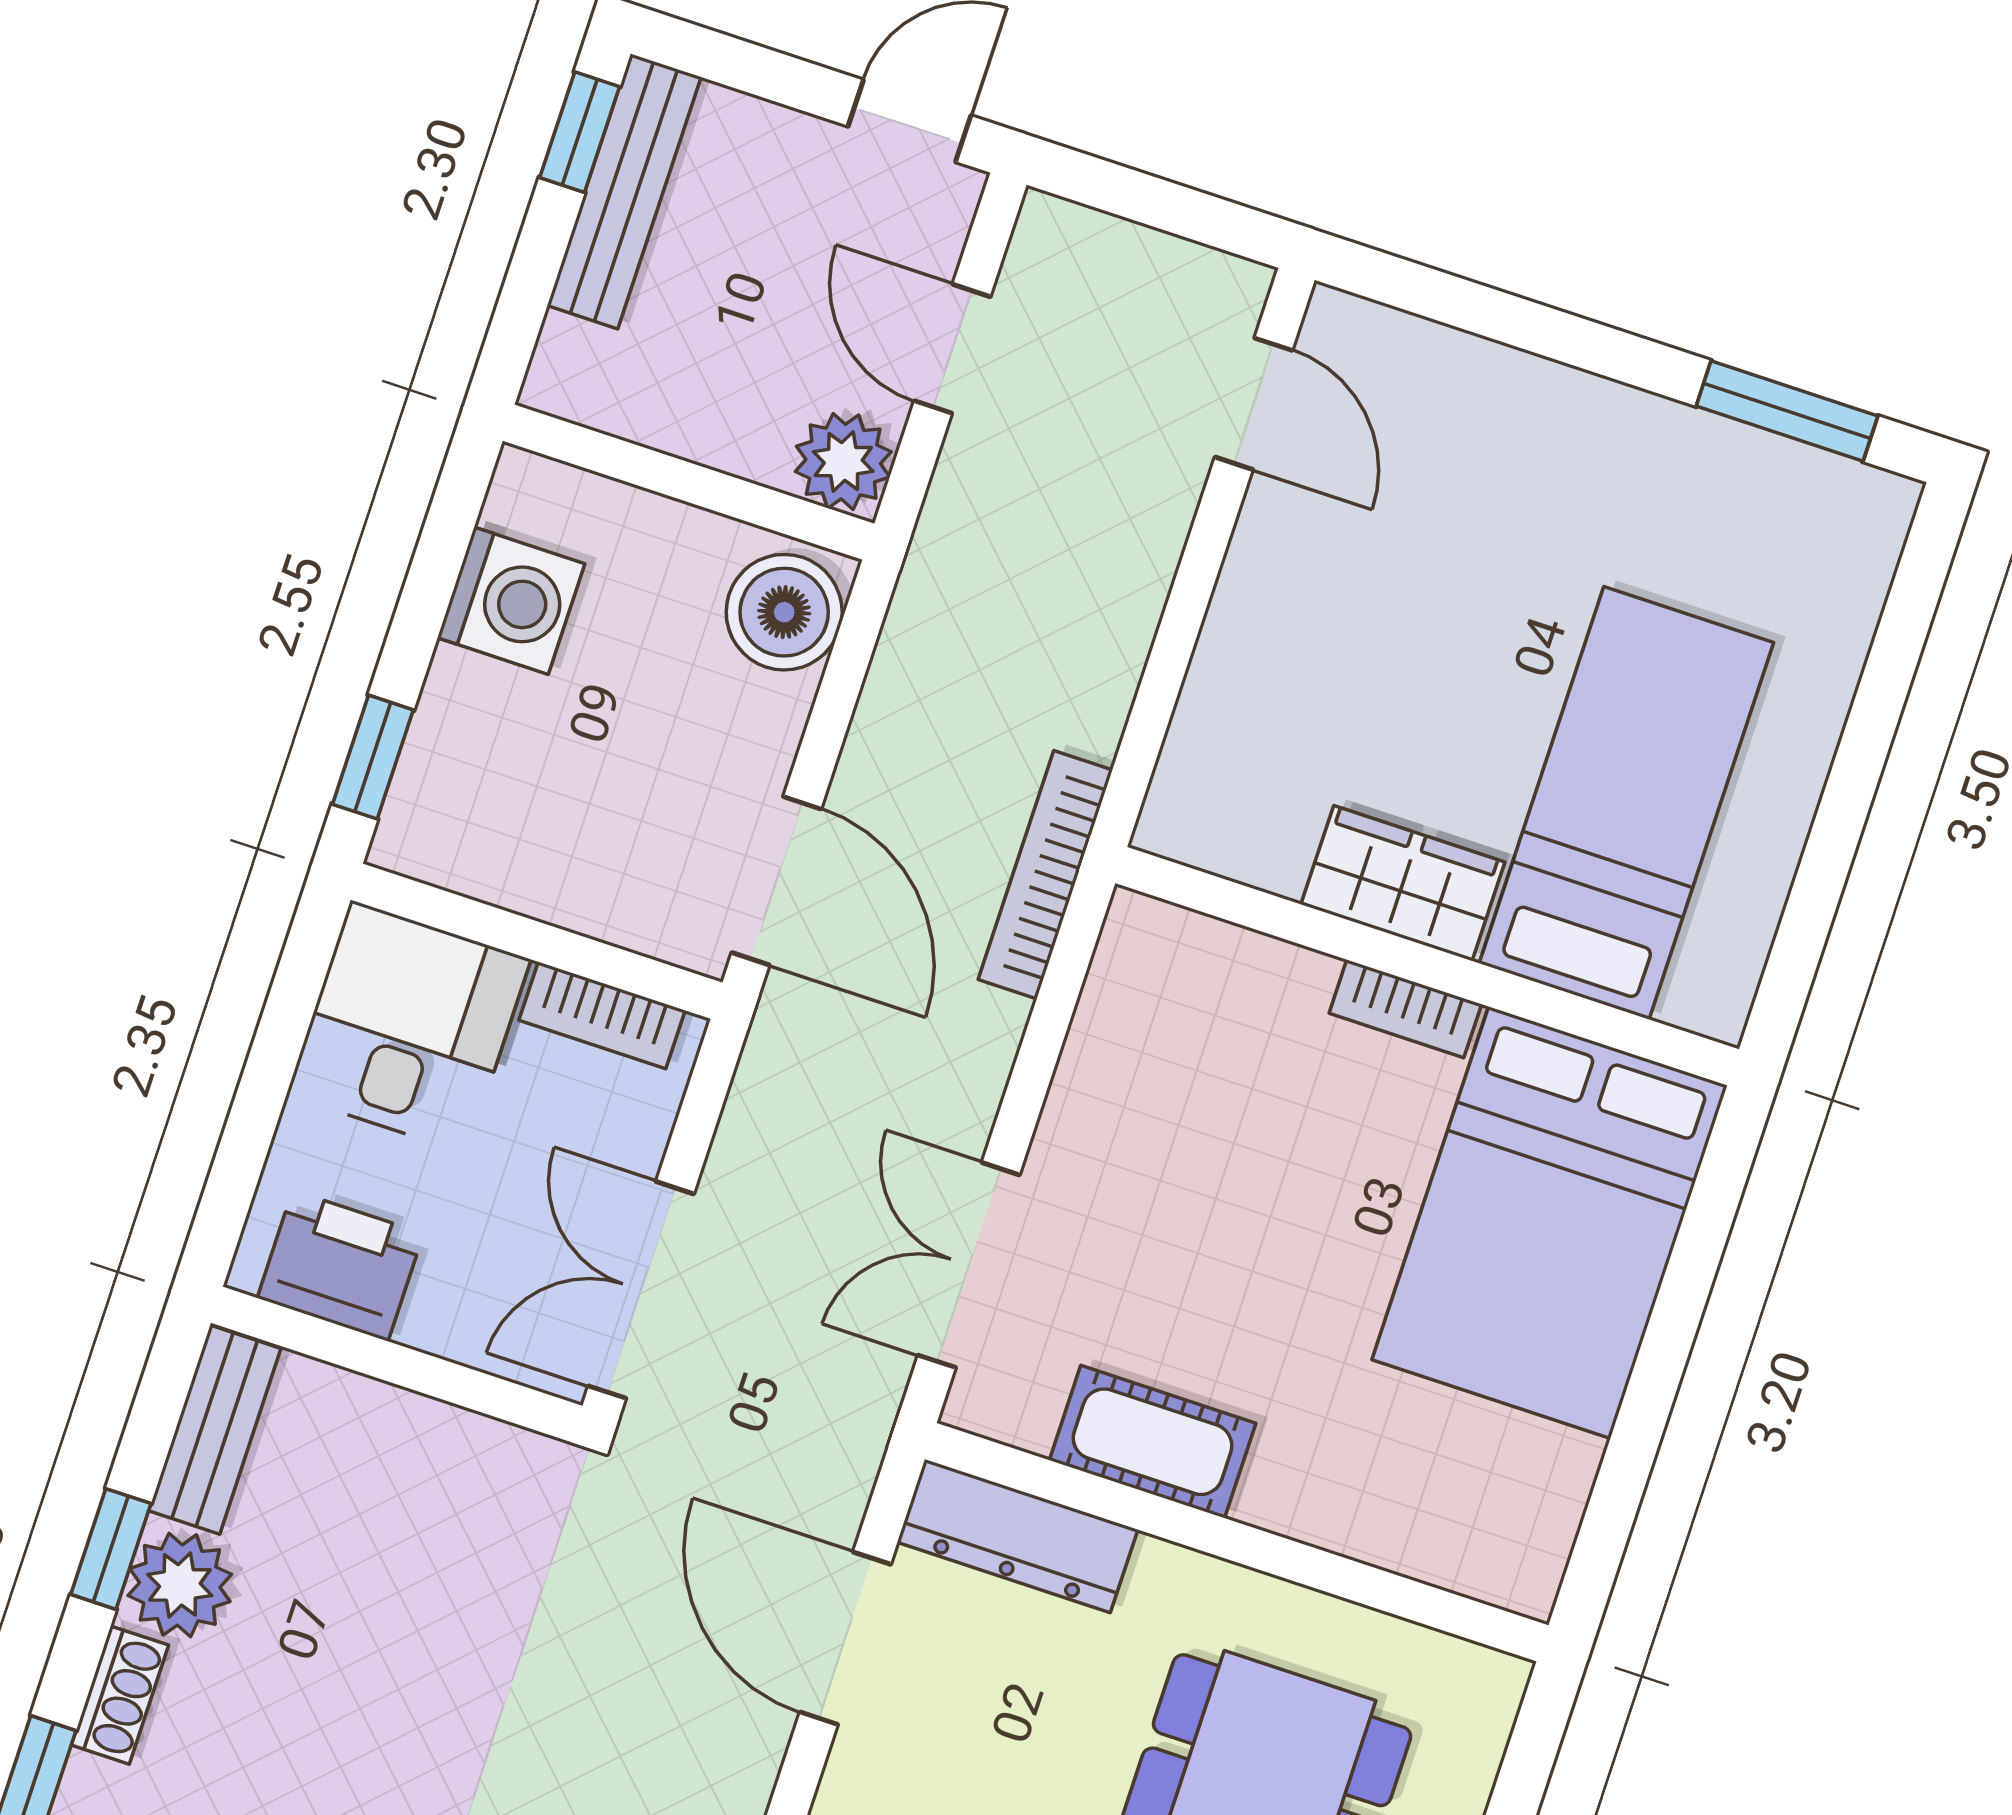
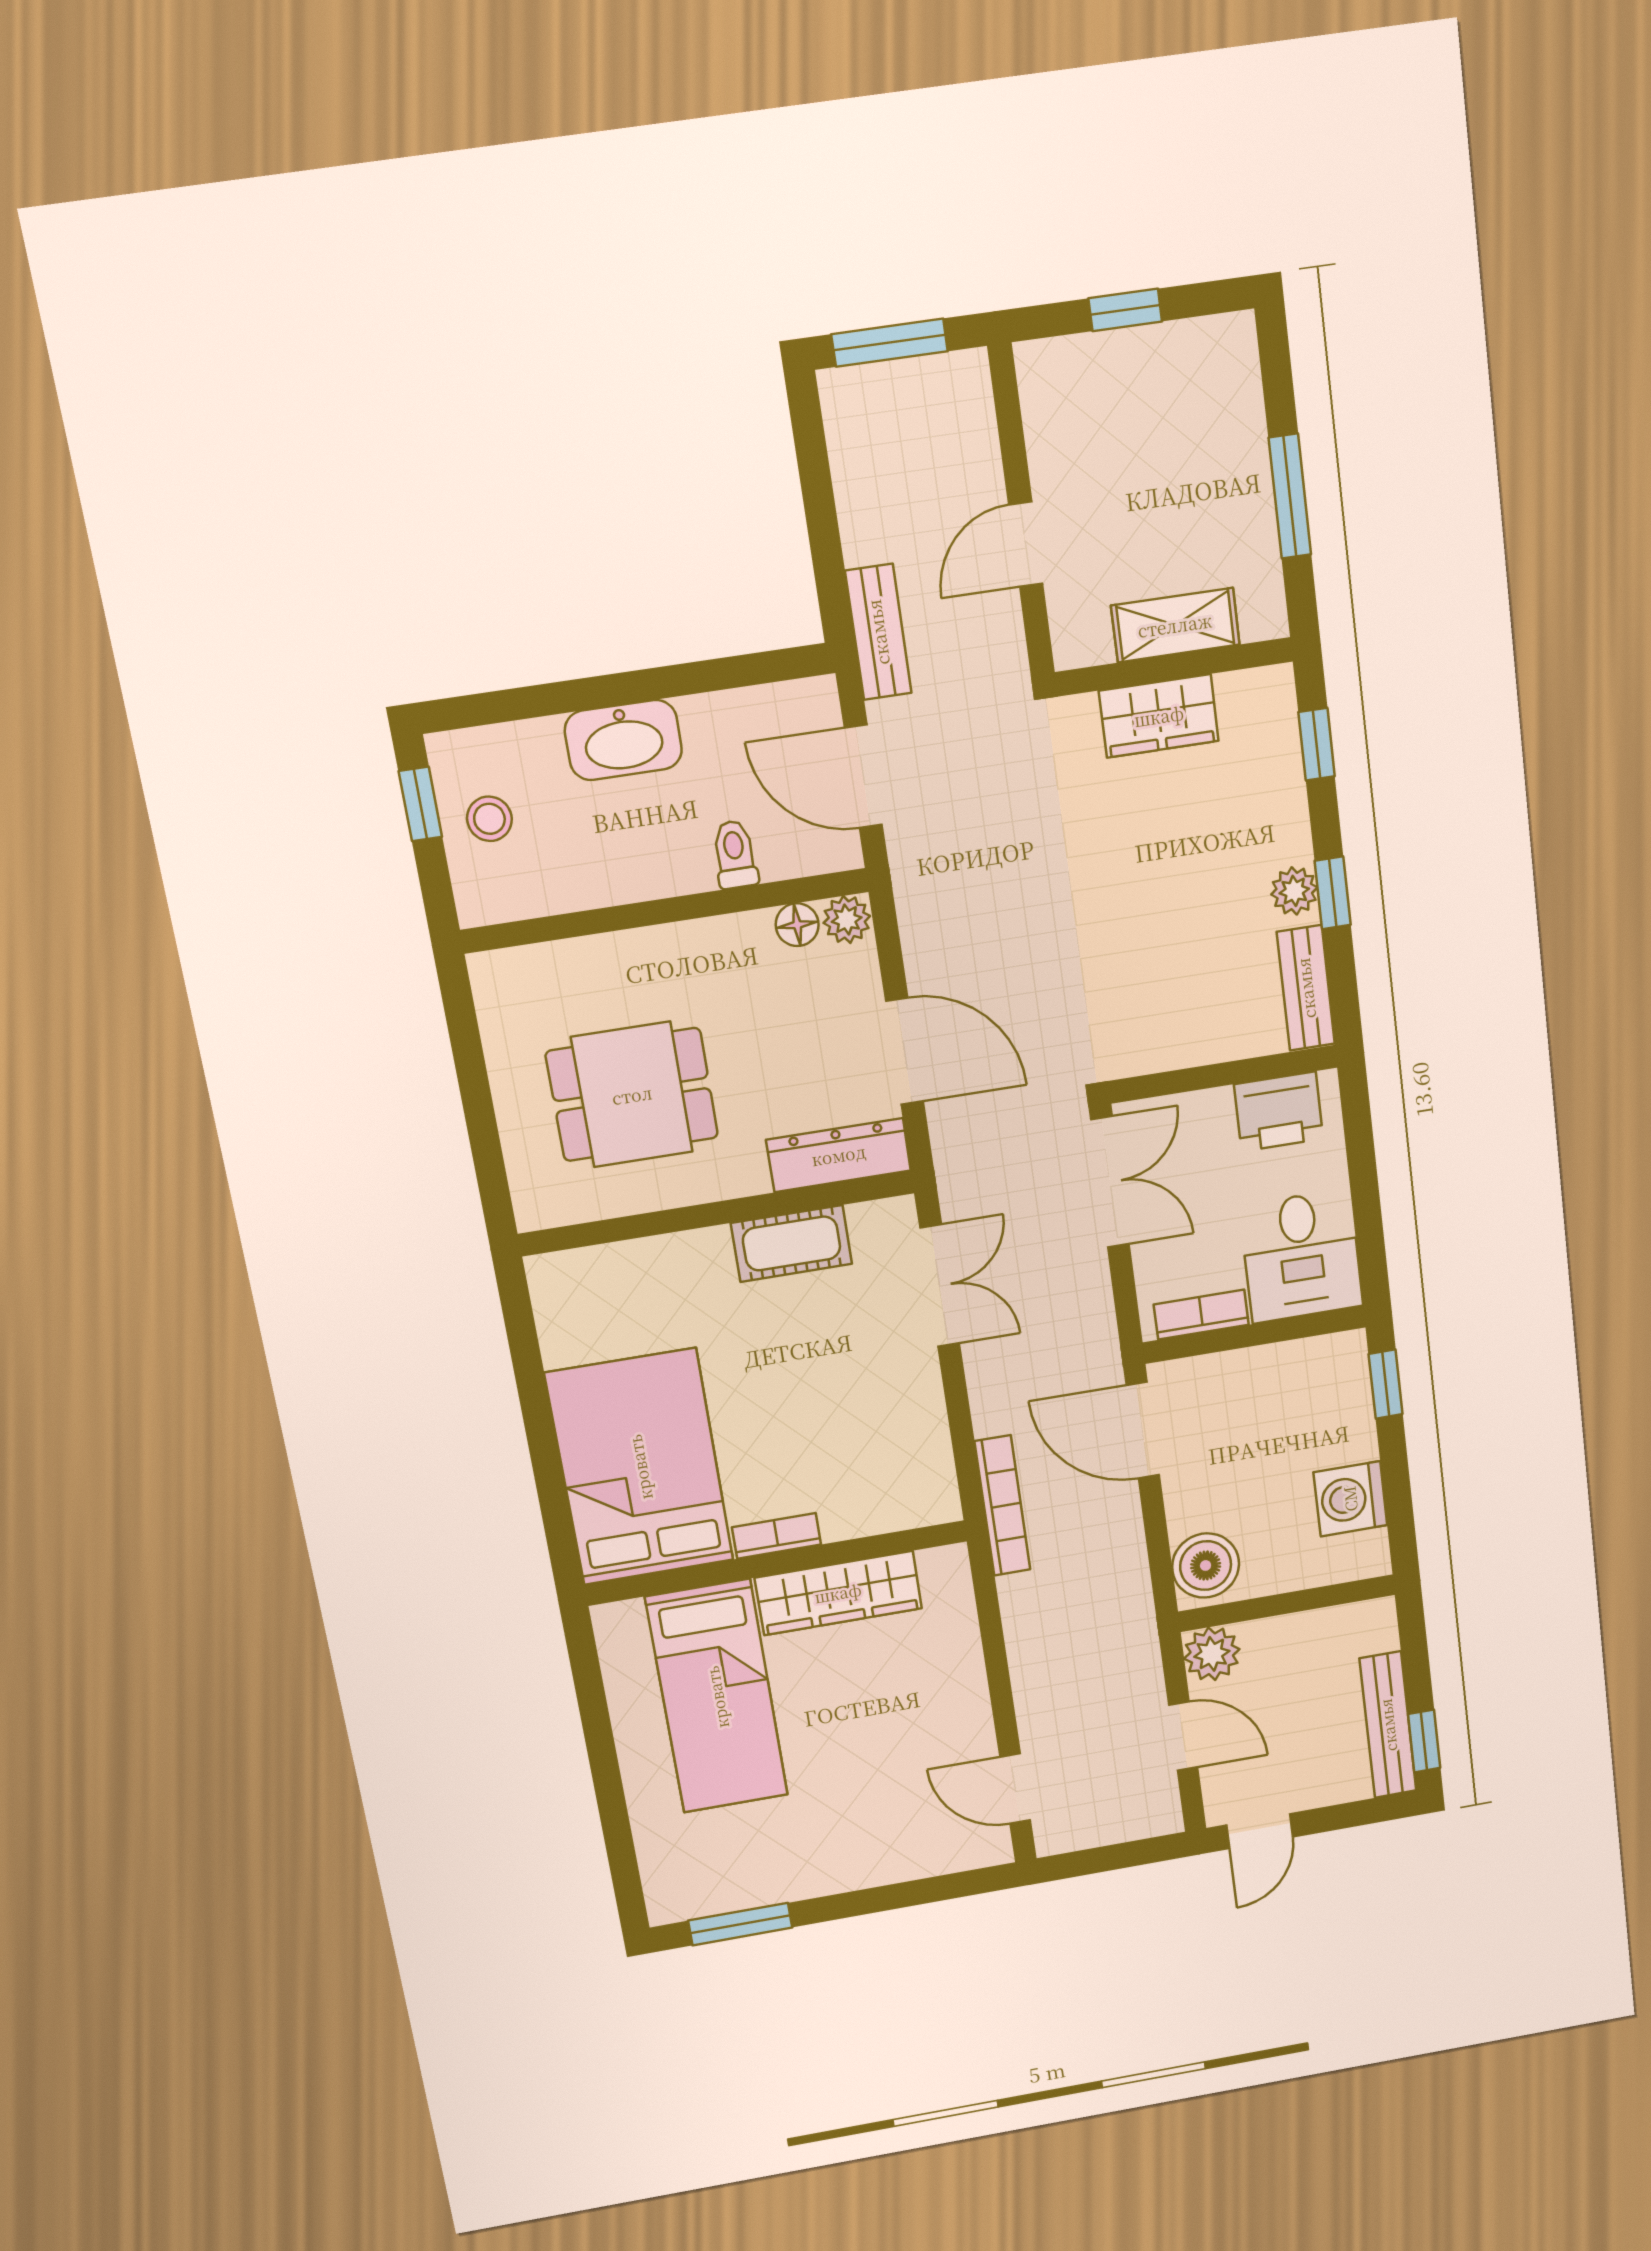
wardrobe: (1403, 883) -> (838, 1593), width x1.50
plant: (180, 1585) -> (1294, 891), width x0.73, depth x0.73
shoe rack: (120, 1695) -> (1291, 813), removed

